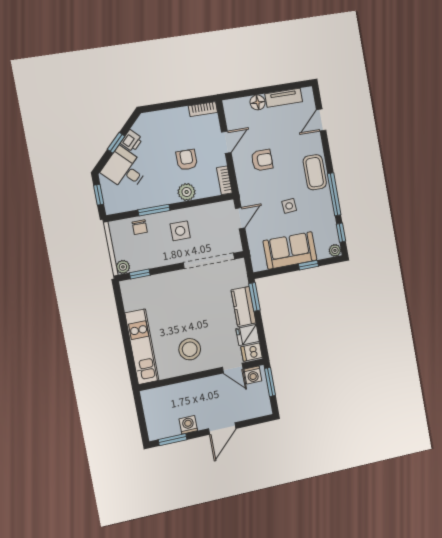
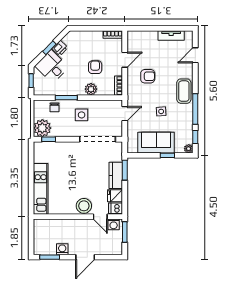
floor lamp: (258, 102) -> (152, 36), removed
plant: (123, 267) -> (42, 128), width x1.87, depth x1.87
stool: (190, 349) -> (84, 206), moved

